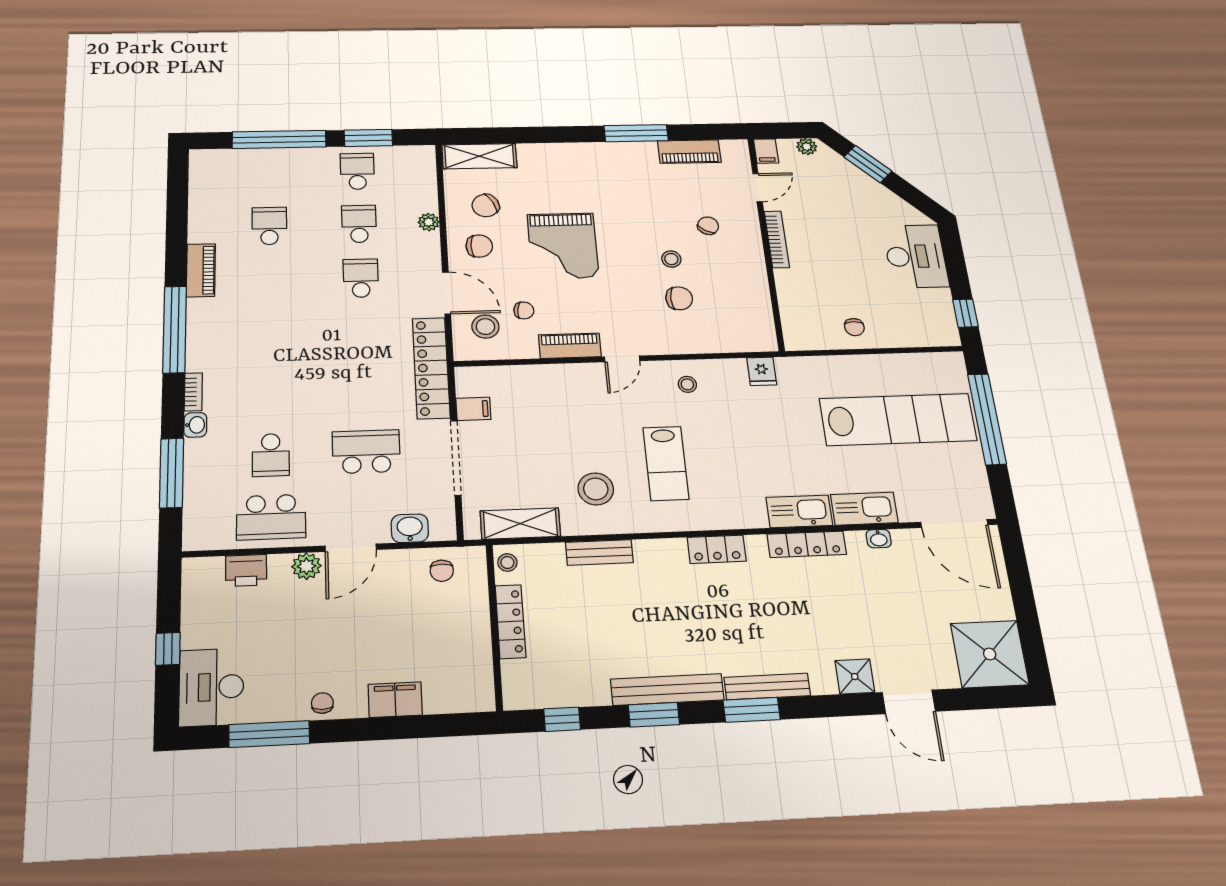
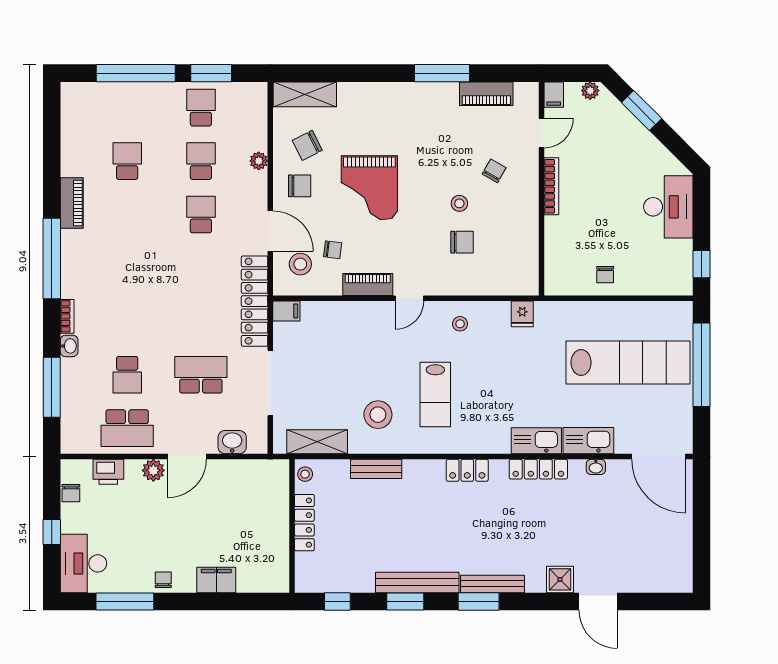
filing cabinet: (473, 409) -> (286, 311), moved
chair: (442, 571) -> (71, 493), moved
shower: (990, 654) -> (667, 567), removed

